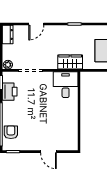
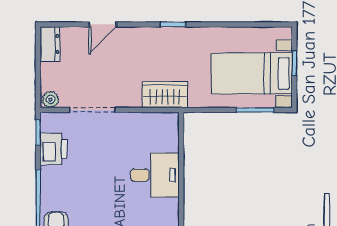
desk: (66, 85) -> (155, 175), moved, turned 90

